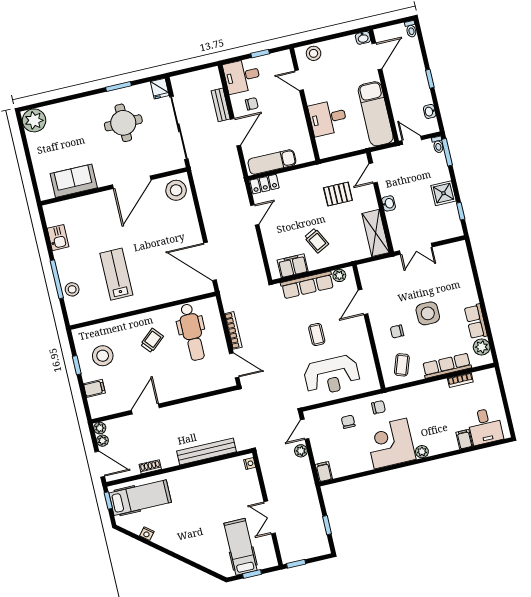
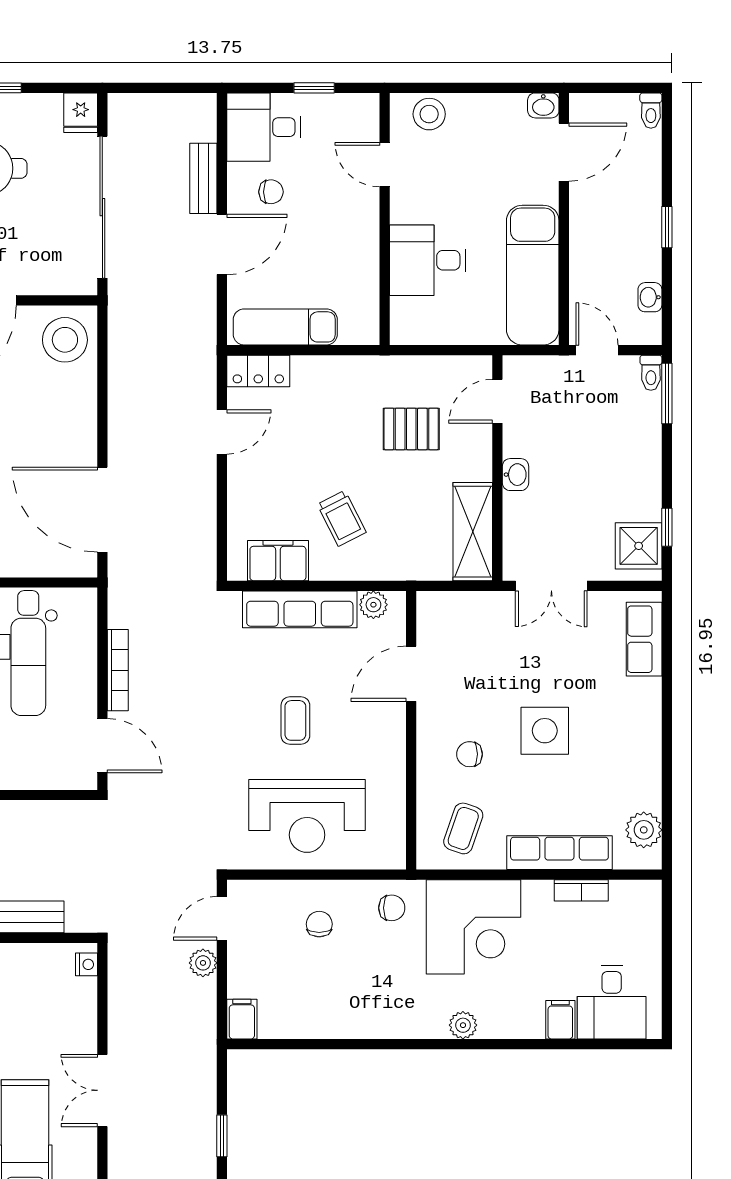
shower: (443, 193) -> (639, 546), moved
row of seats: (476, 321) -> (644, 639), moved
corner desk: (390, 443) -> (474, 927), moved, turned 180

